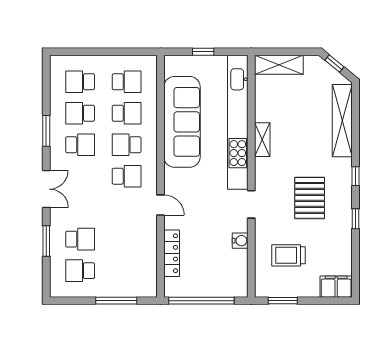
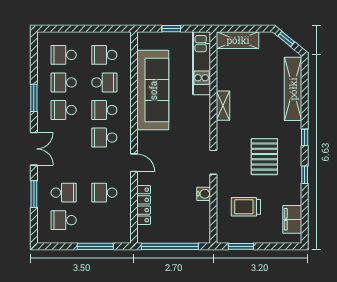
school desk: (127, 82) -> (104, 55), turned 180
kitchen unit: (238, 122) -> (202, 63), width x0.54
school desk: (80, 145) -> (64, 110), turned 180
school desk: (127, 176) -> (104, 138), turned 180
school desk: (127, 239) -> (104, 193), added
filing cabinet: (336, 287) -> (292, 219), moved, turned -90

